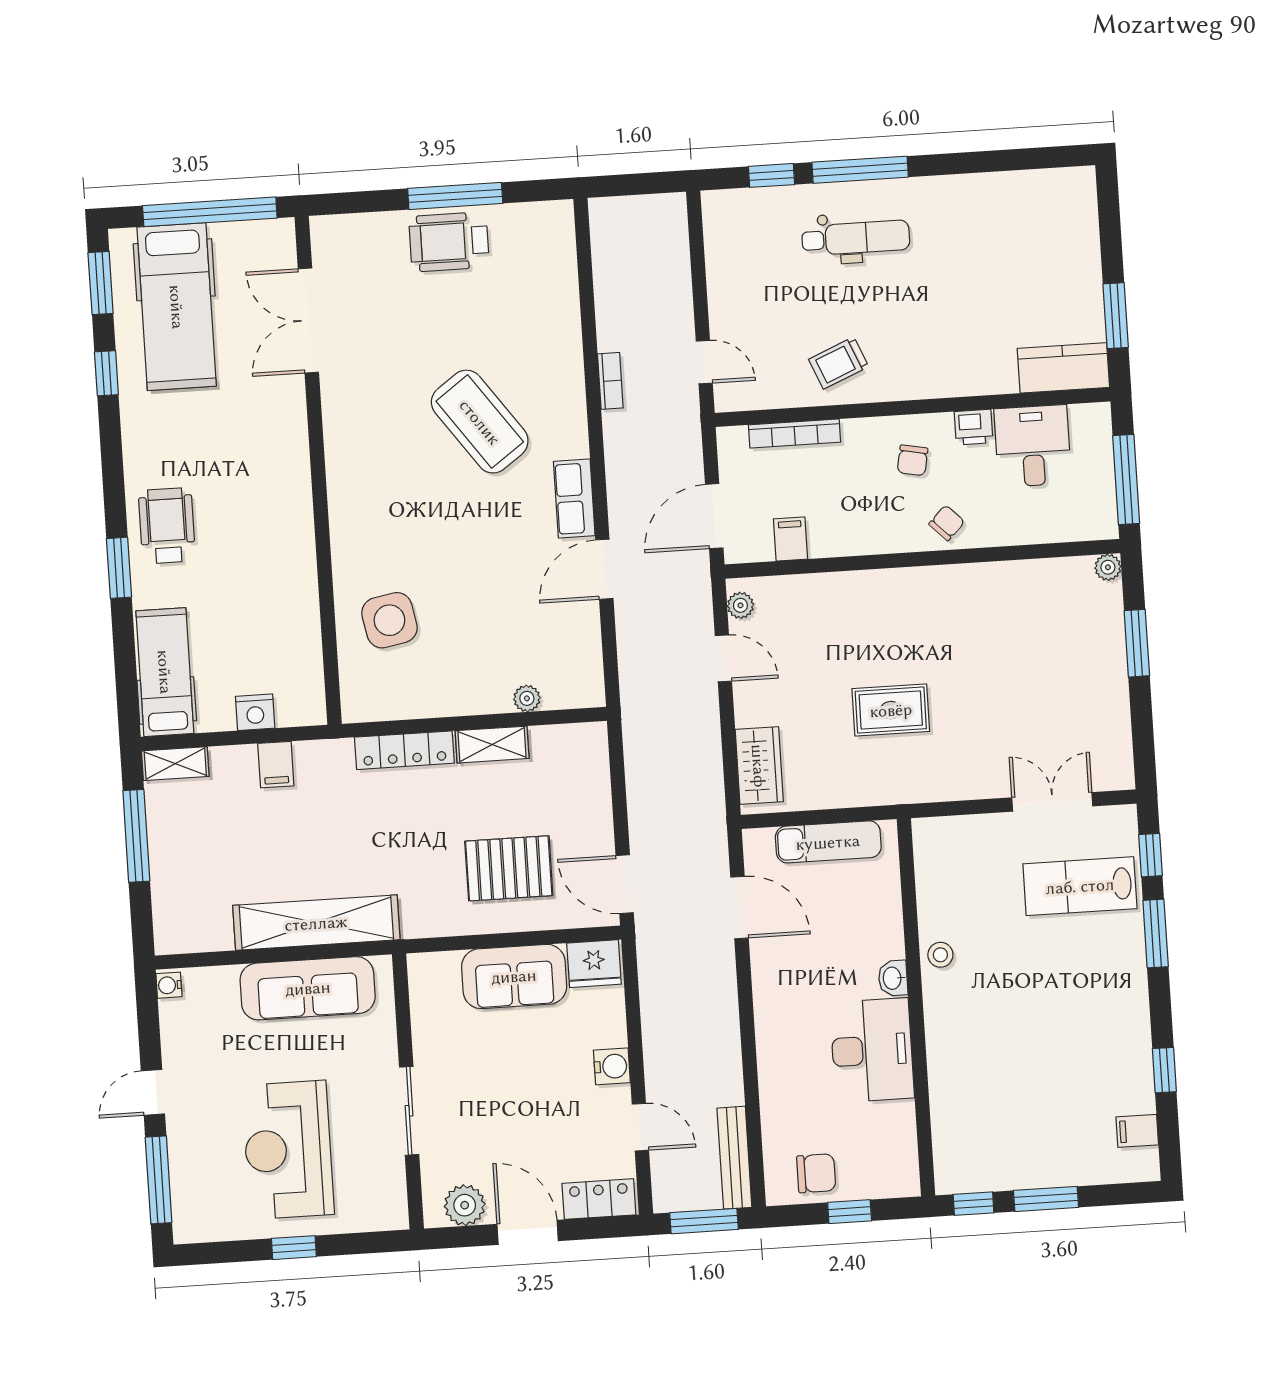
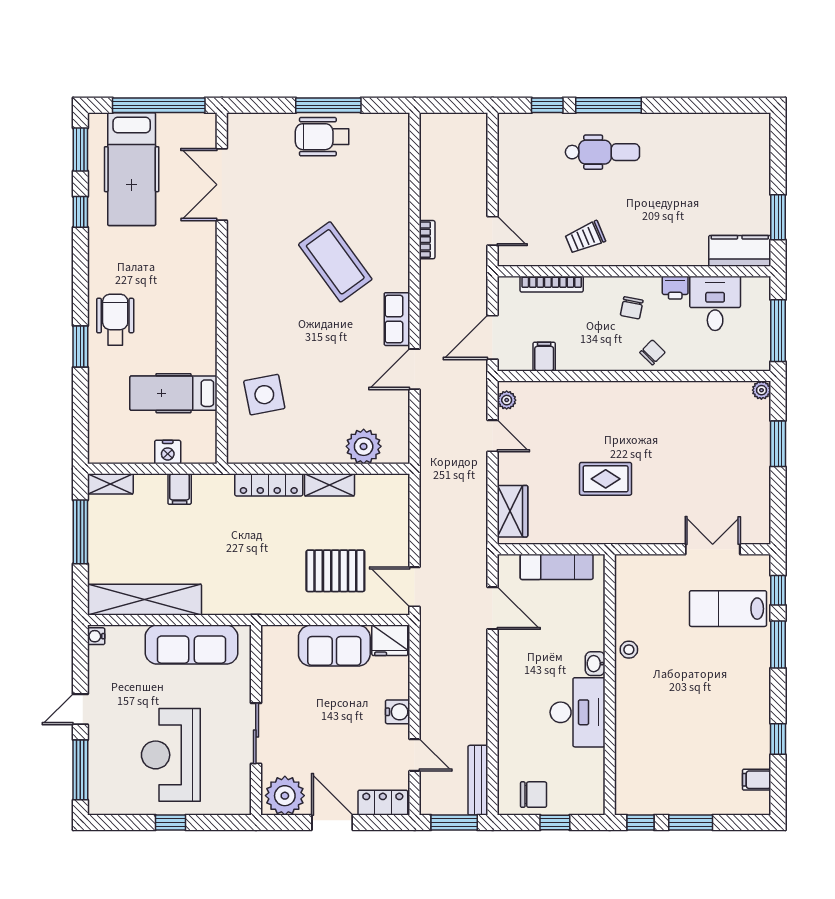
hospital bed: (165, 672) -> (173, 393), moved, turned -90
plant: (527, 698) -> (364, 446), width x1.87, depth x1.87
shelving: (316, 923) -> (145, 600), moved
plant: (465, 1205) -> (285, 796), width x1.36, depth x1.36

